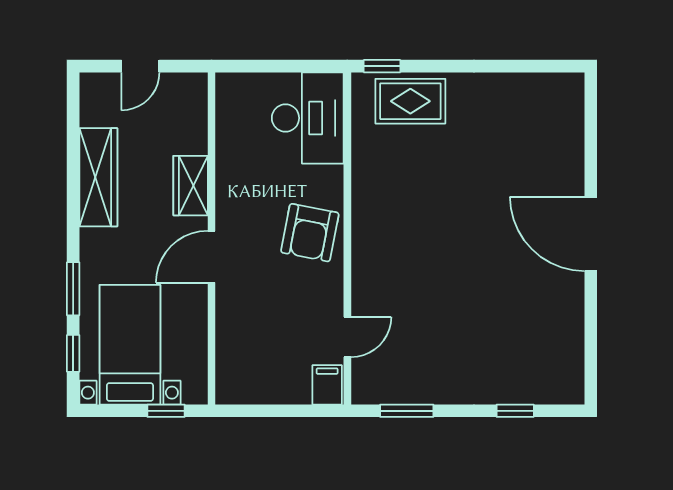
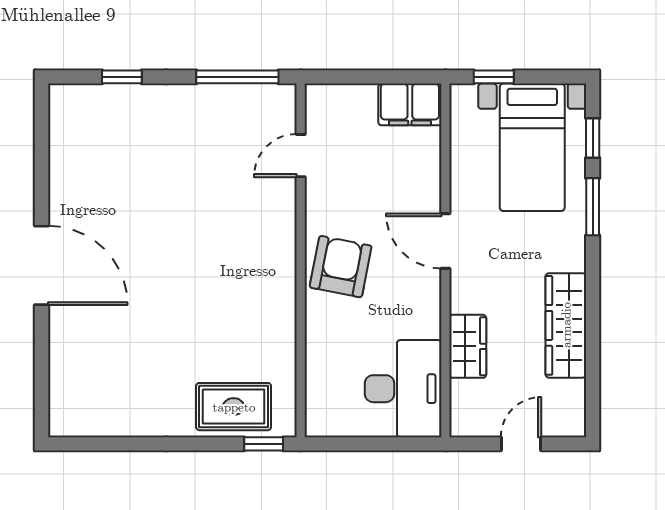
desk: (308, 118) -> (403, 389), moved, turned 180
wardrobe: (191, 186) -> (468, 346), moved
door: (211, 257) -> (445, 241), swing flipped
filing cabinet: (327, 385) -> (410, 104), moved, width x2.00
window: (407, 411) -> (237, 77), width x1.44

